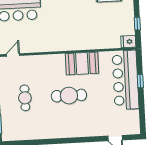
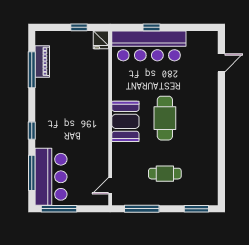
door: (13, 55) -> (110, 186), hinge flipped
booth: (82, 63) -> (125, 121), moved

